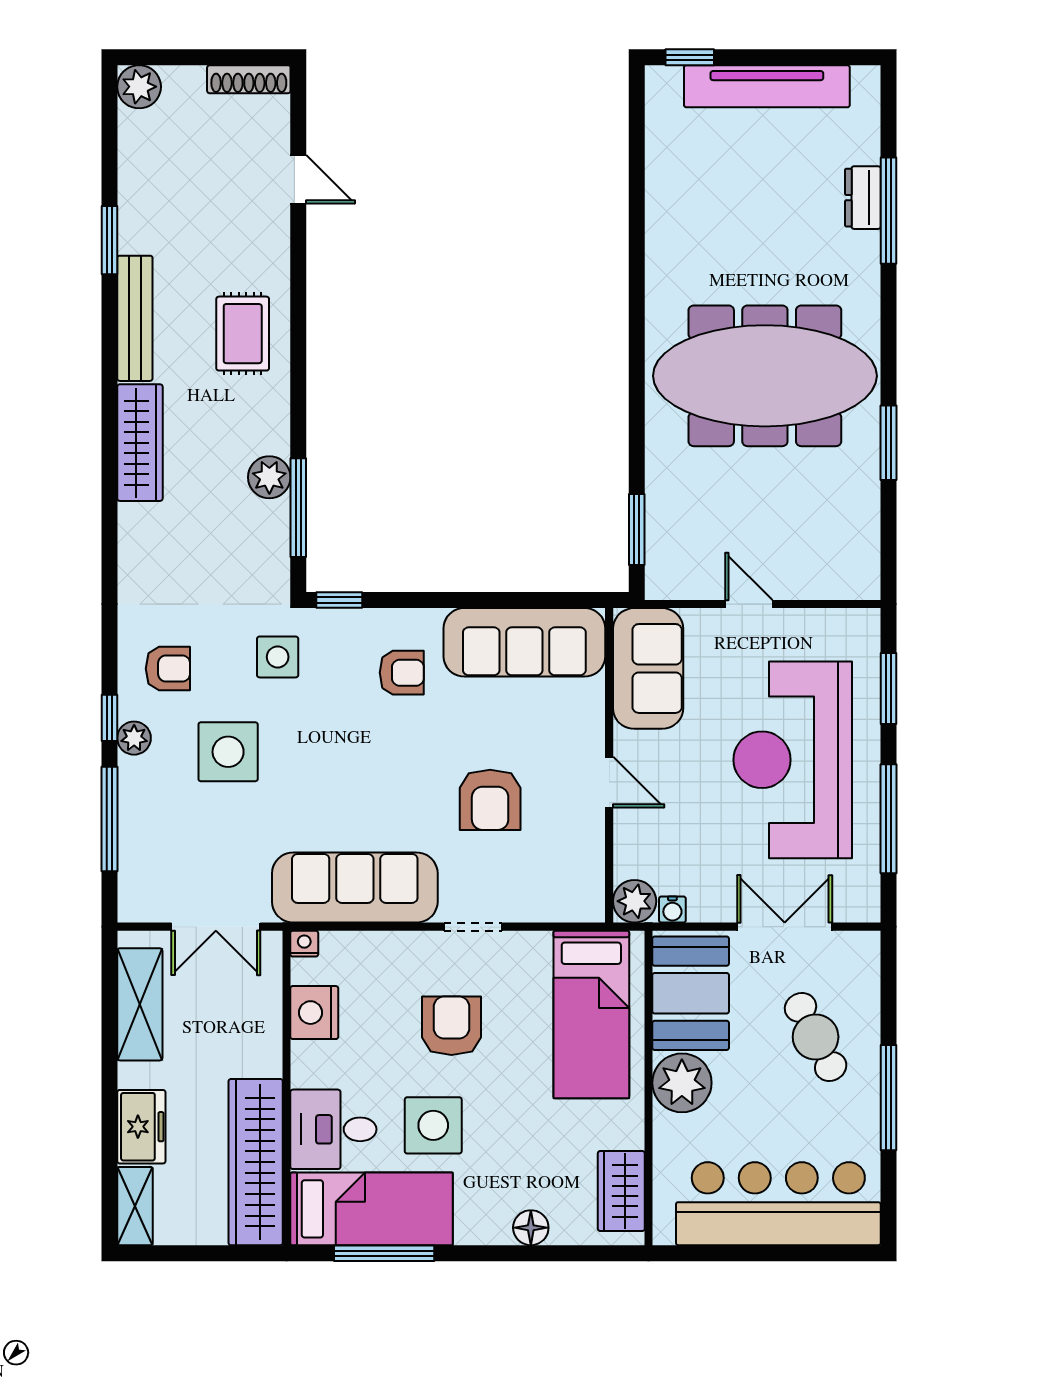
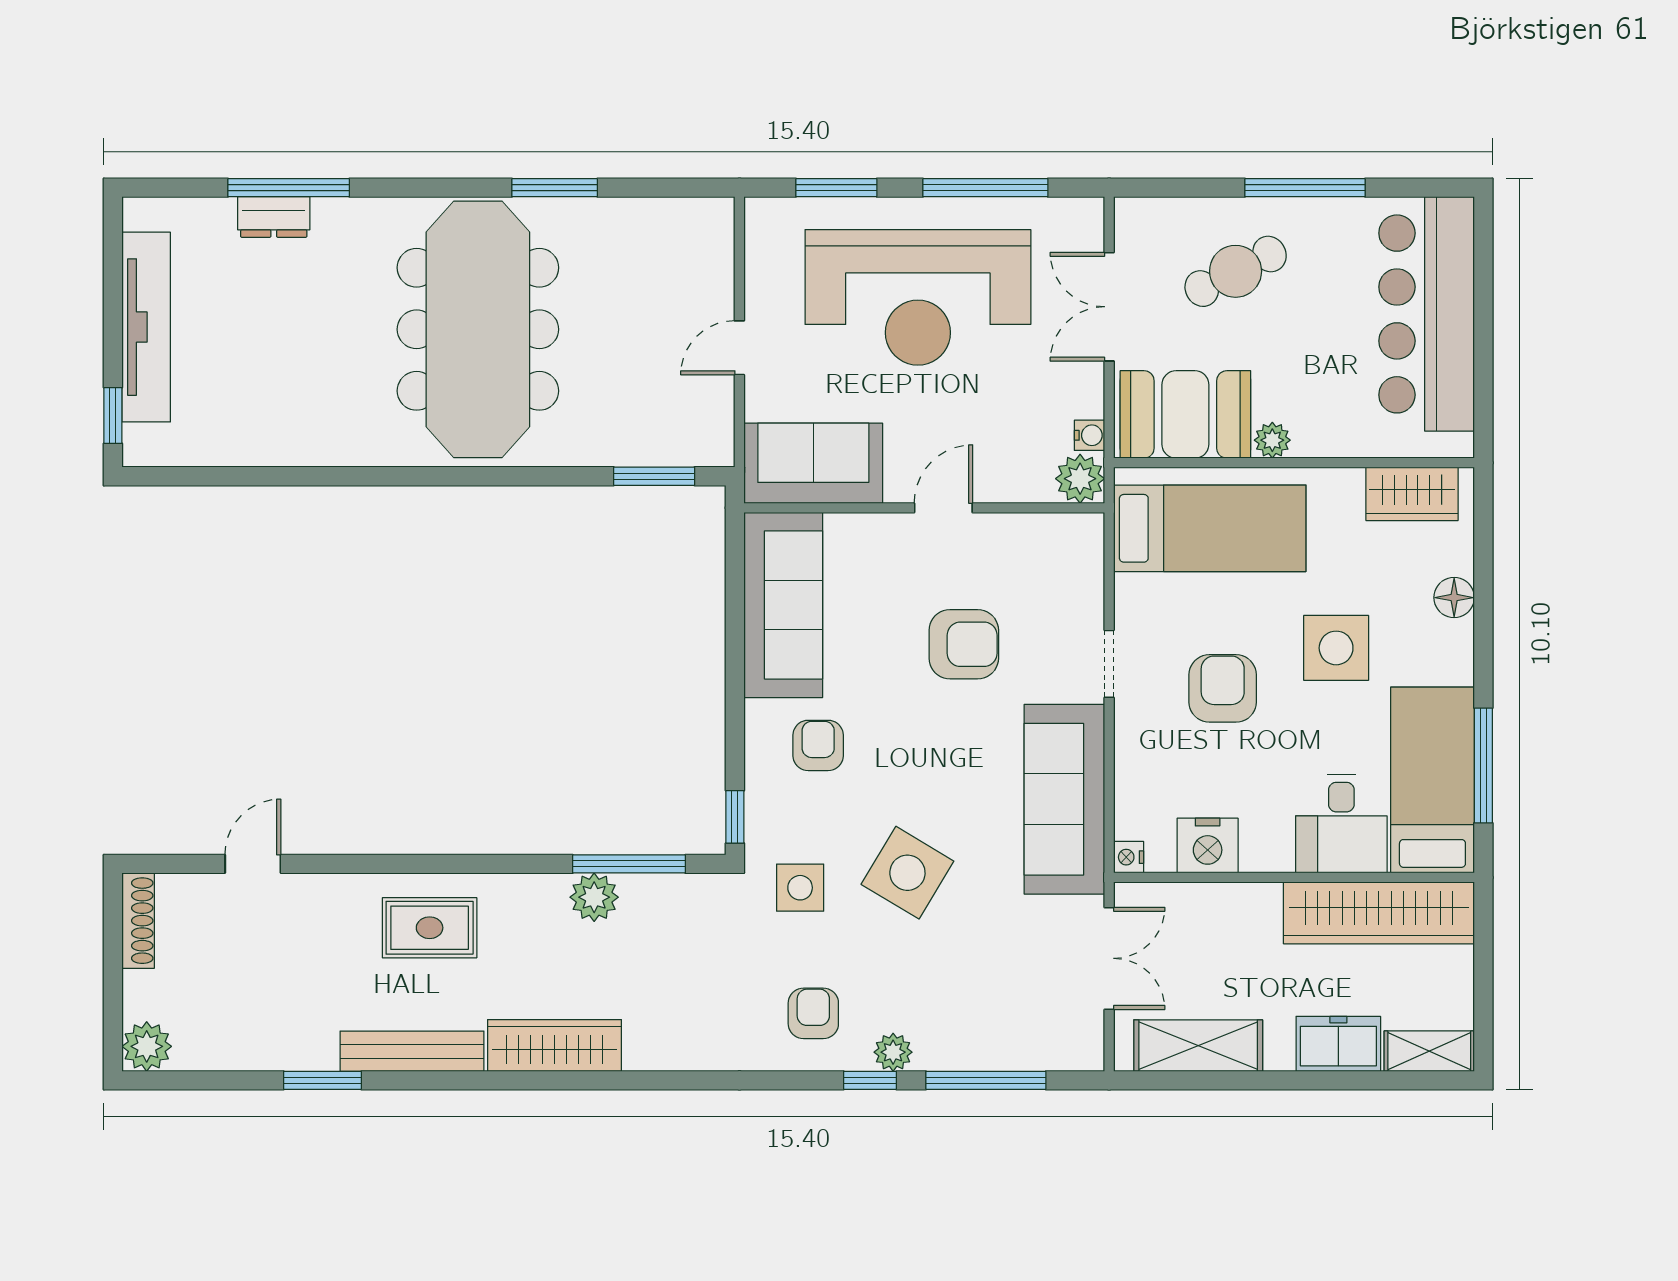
side table: (228, 752) -> (907, 873), moved, turned 31
armchair: (451, 1026) -> (1223, 688), turned 90
plant: (682, 1083) -> (1272, 440), width x0.53, depth x0.53
side table: (433, 1125) -> (1336, 648), moved

